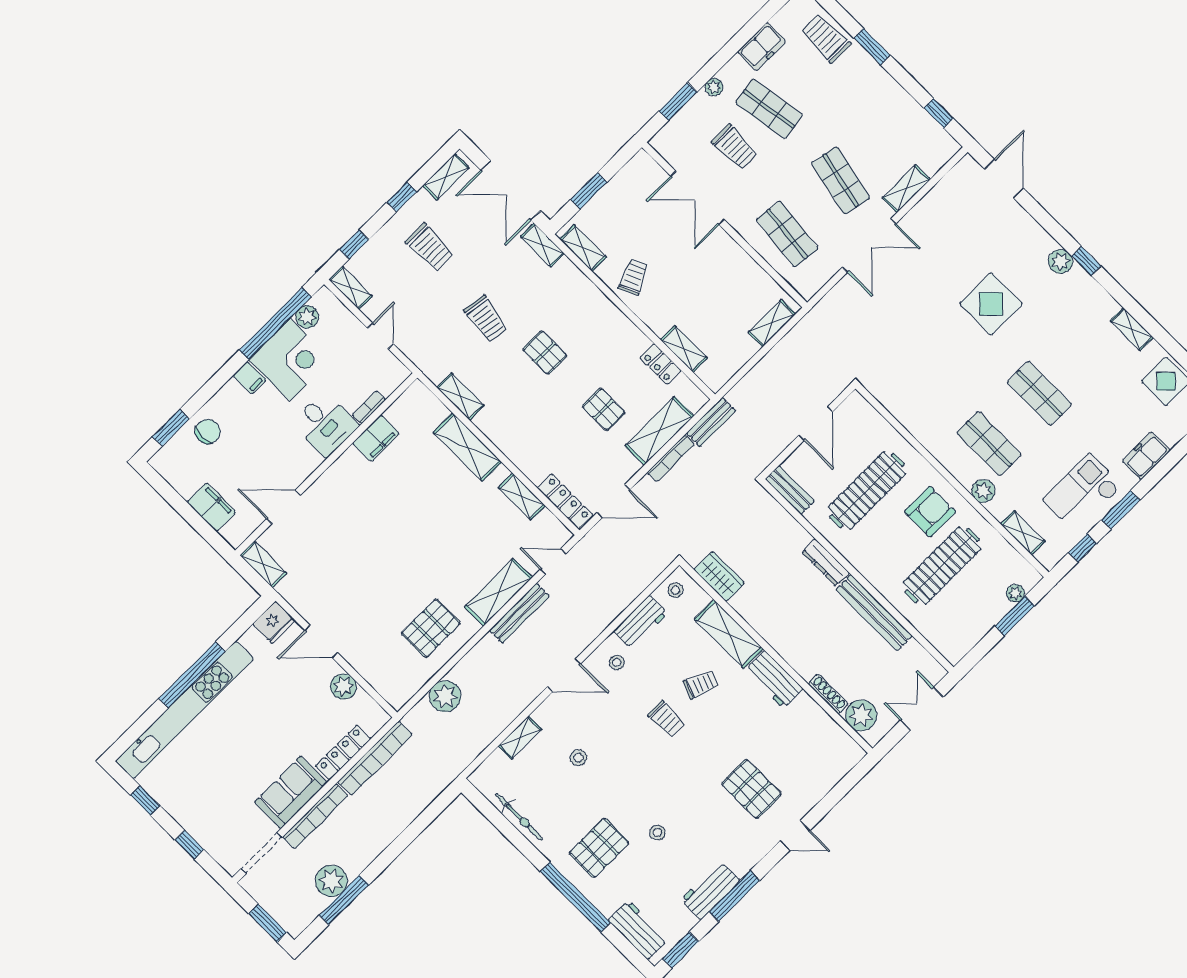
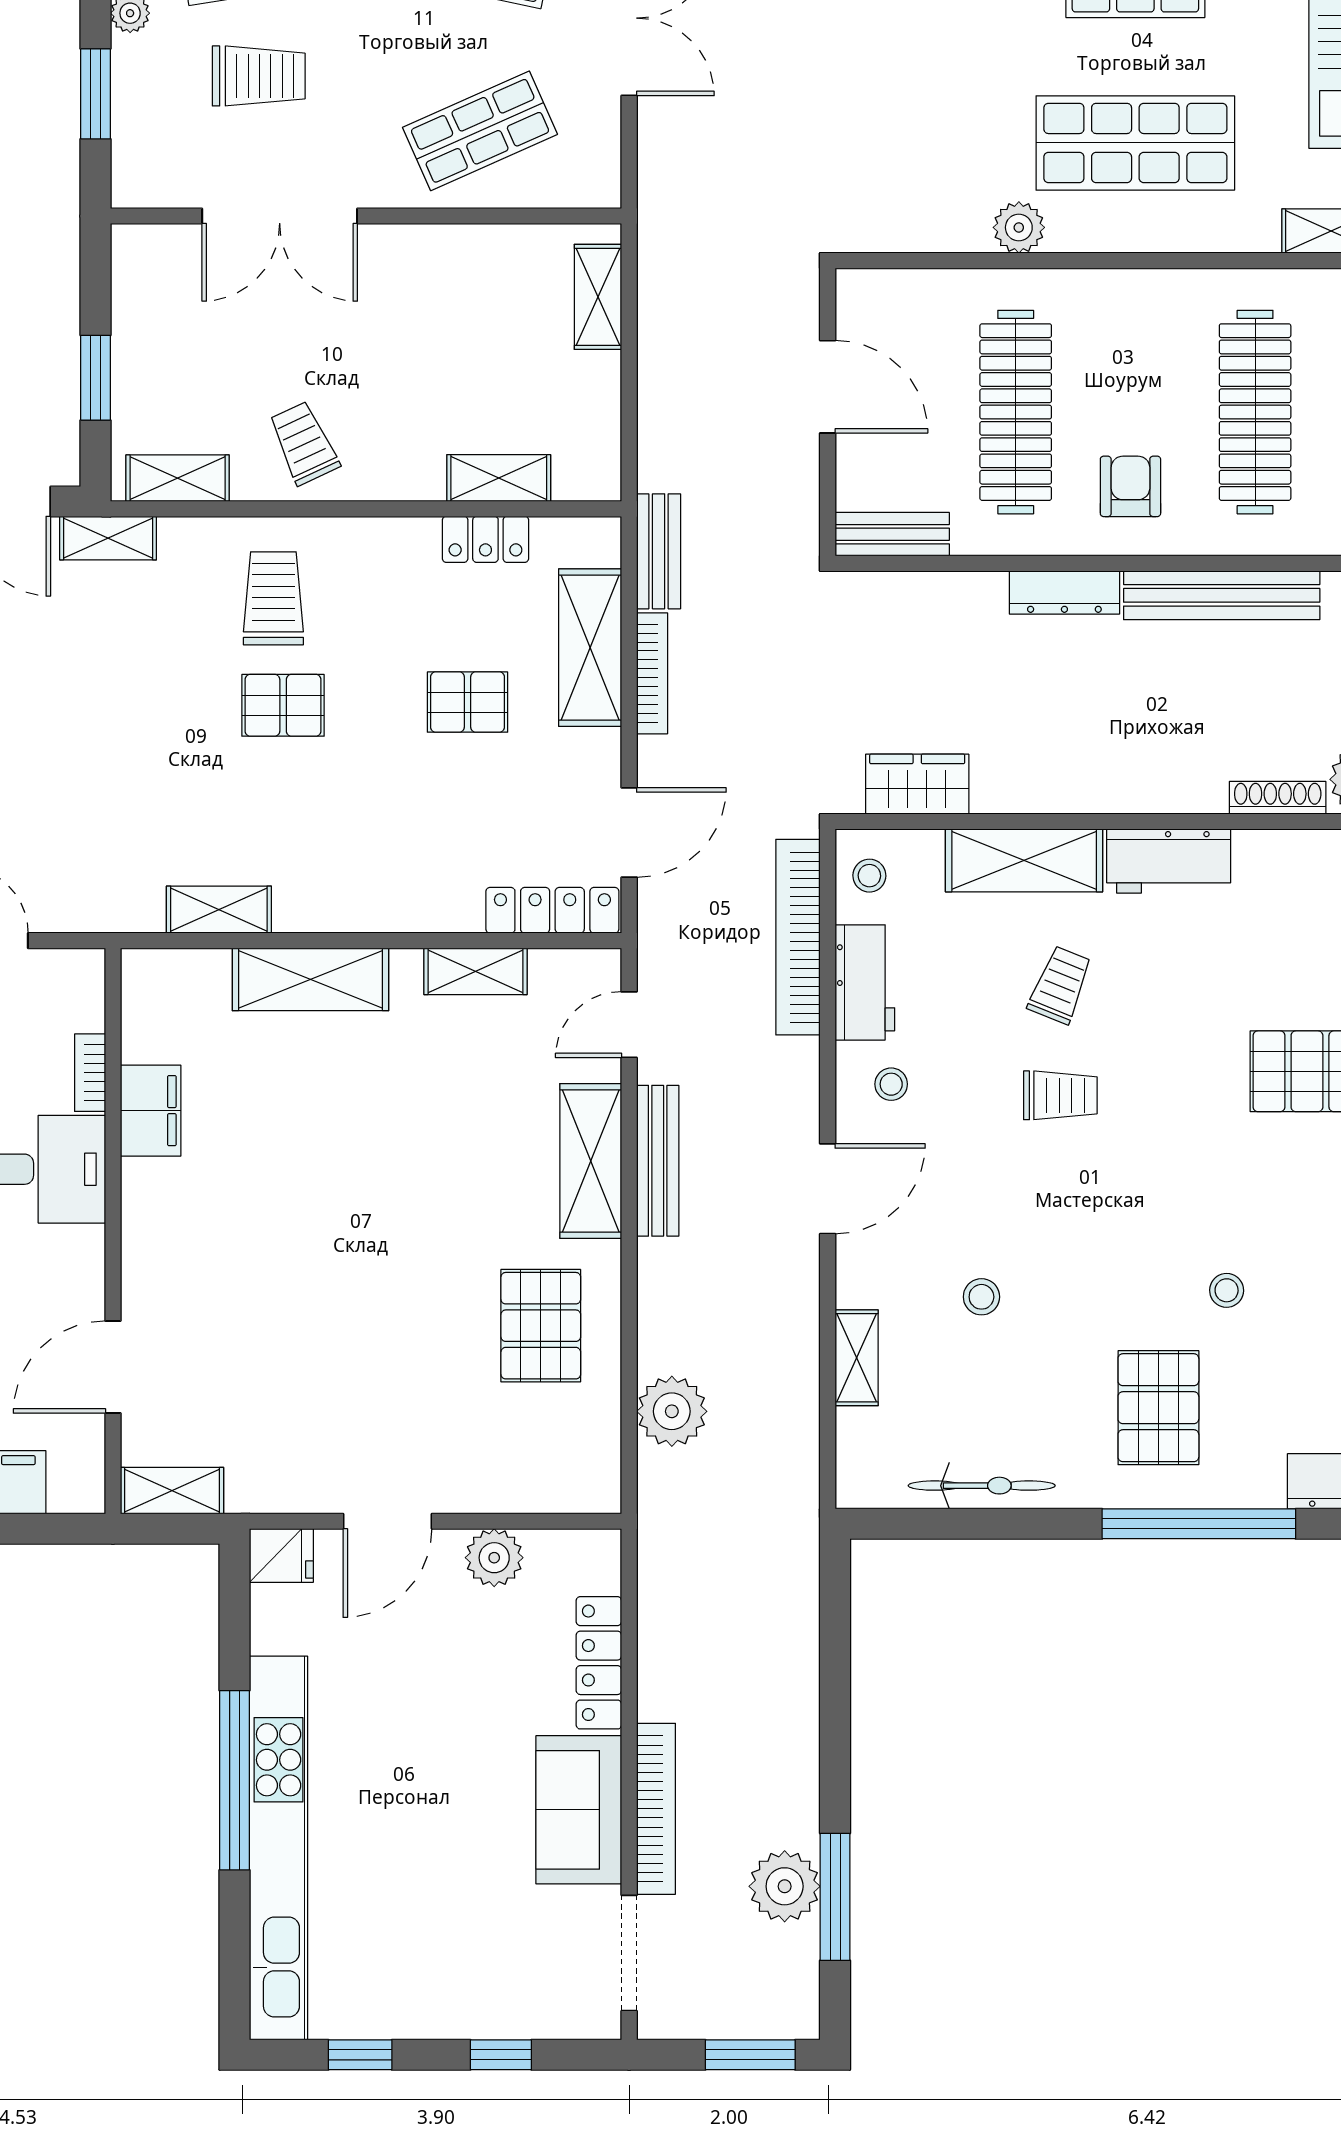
shop shelf: (787, 234) -> (480, 131), turned -30
trolley: (486, 319) -> (273, 598), moved, turned -99
shop shelf: (989, 444) -> (1135, 143), width x1.43, depth x1.36
plant: (983, 491) -> (1019, 227), moved
armchair: (930, 512) -> (1130, 486), moved, width x0.72, depth x0.72
fridge: (274, 622) -> (281, 1556), width x0.72
bookcase: (375, 758) -> (798, 937), moved, turned 180

